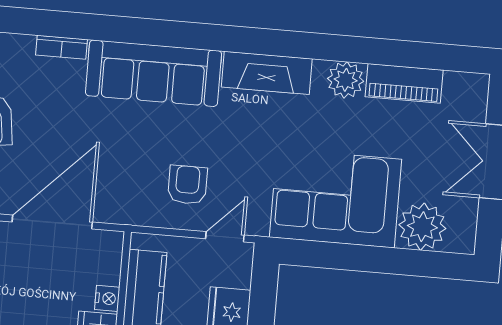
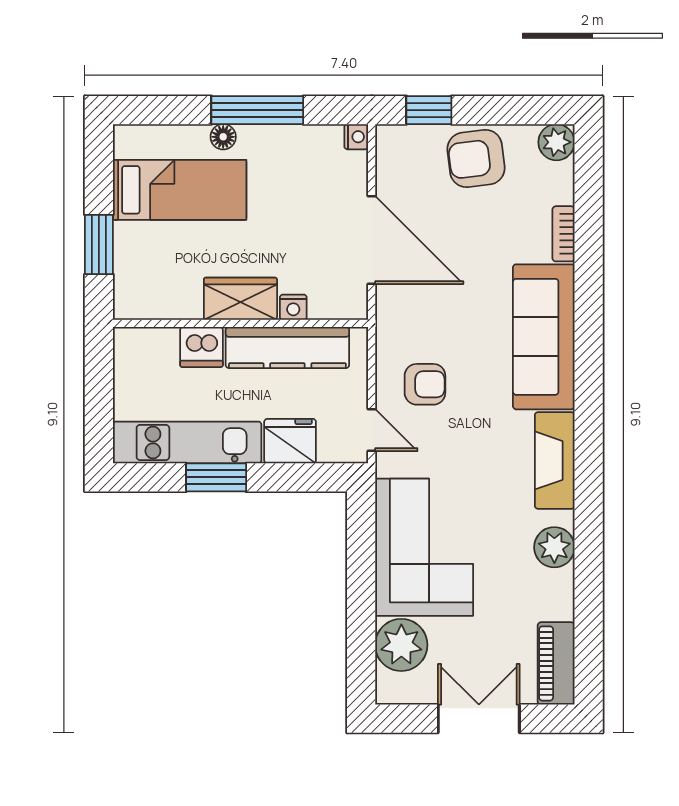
piano: (404, 83) -> (556, 663), moved

